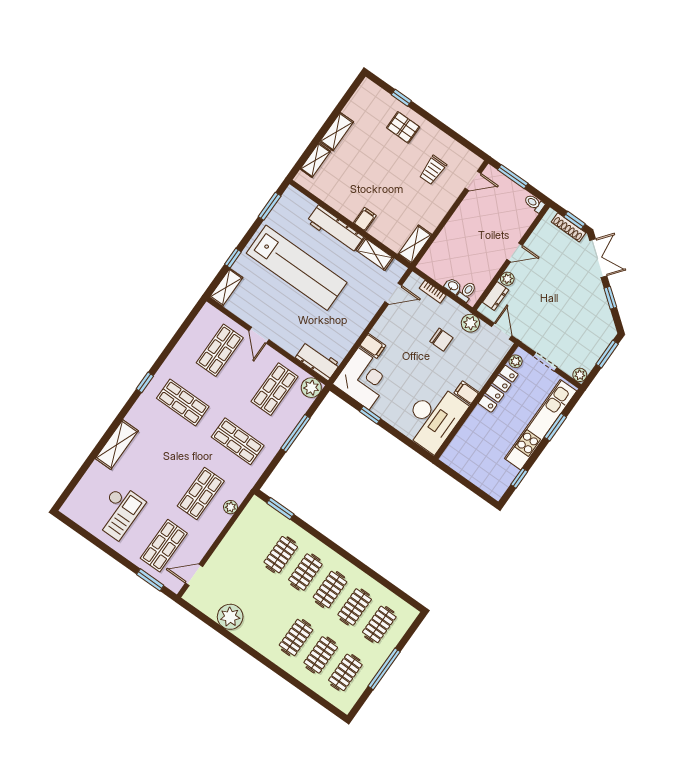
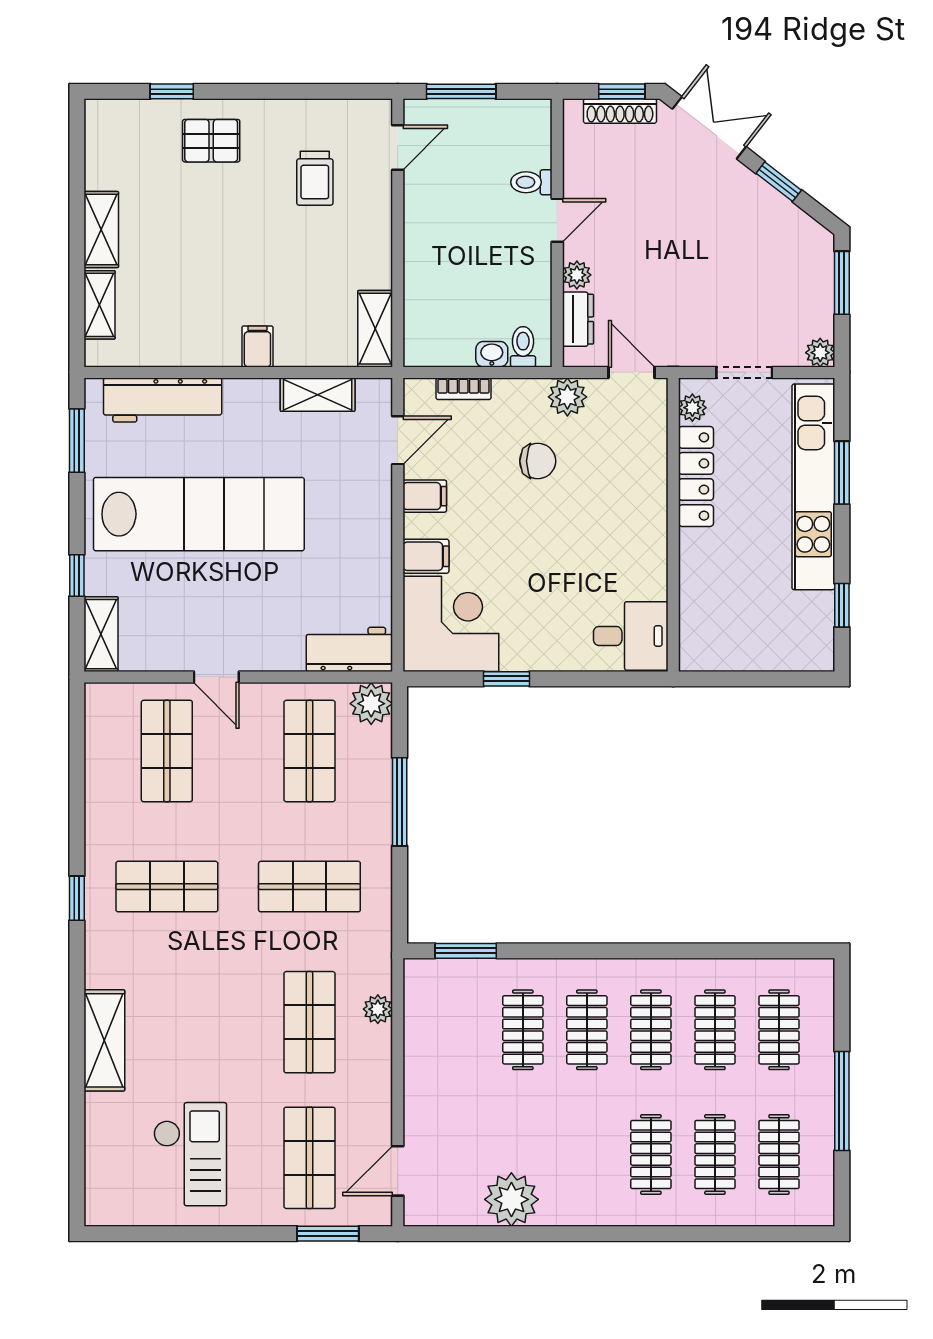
toilet: (534, 203) -> (531, 182), moved
workbench: (335, 229) -> (163, 400), moved
filing cabinet: (467, 393) -> (425, 496), moved, turned 180
desk: (433, 418) -> (631, 636), width x0.53, depth x0.77

